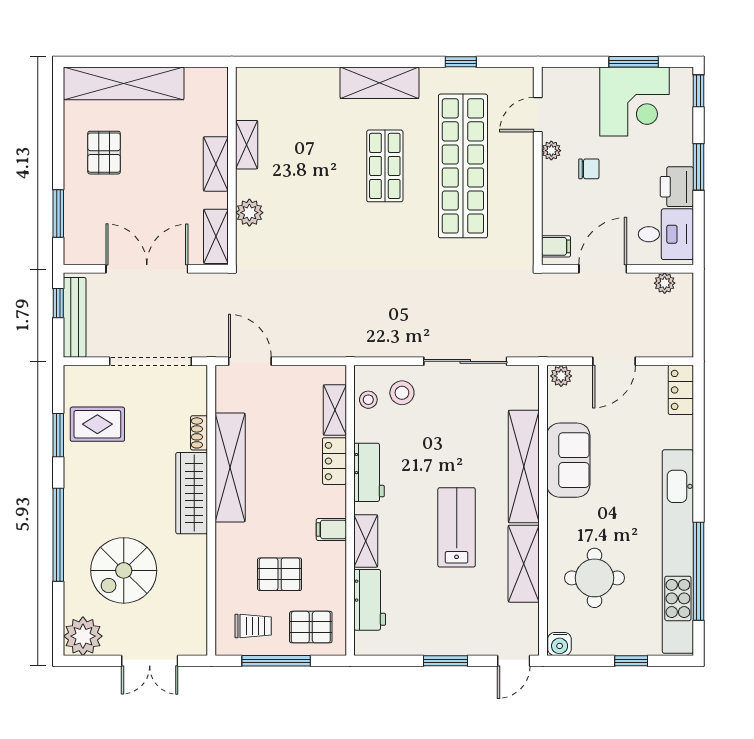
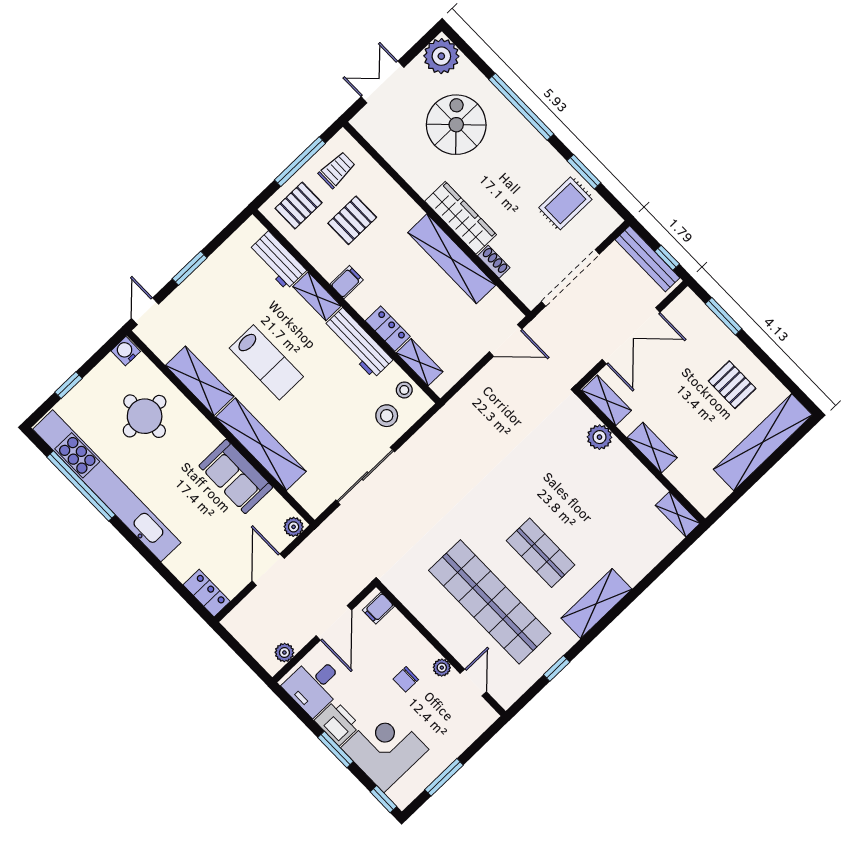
corner desk: (634, 102) -> (385, 749), moved, turned 90
shelving: (247, 145) -> (678, 514), moved
workbench: (369, 472) -> (358, 343), width x1.38
trolley: (253, 626) -> (337, 170), turned 180

